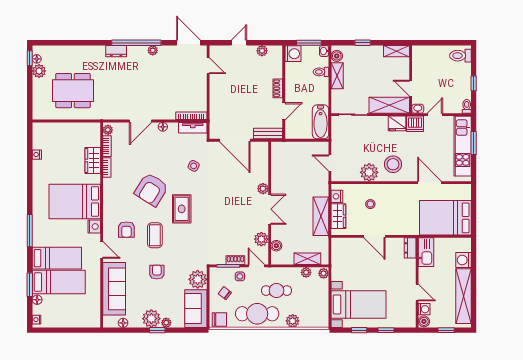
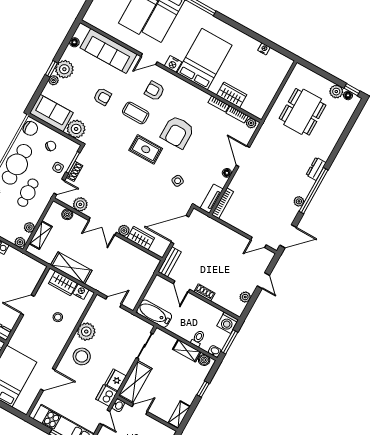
wardrobe: (261, 170) -> (141, 238), added
armchair: (151, 190) -> (177, 132), turned -122
chair: (219, 319) -> (30, 128), turned -90

